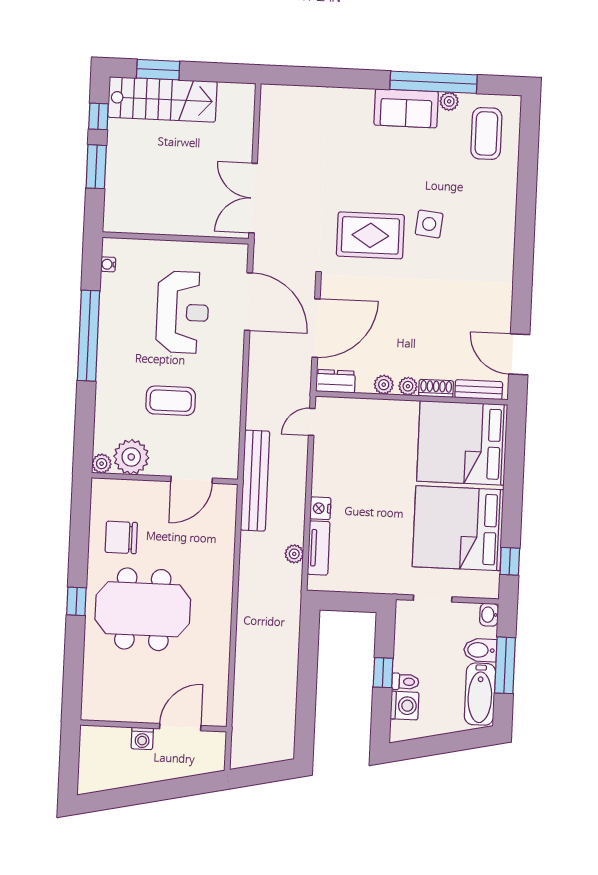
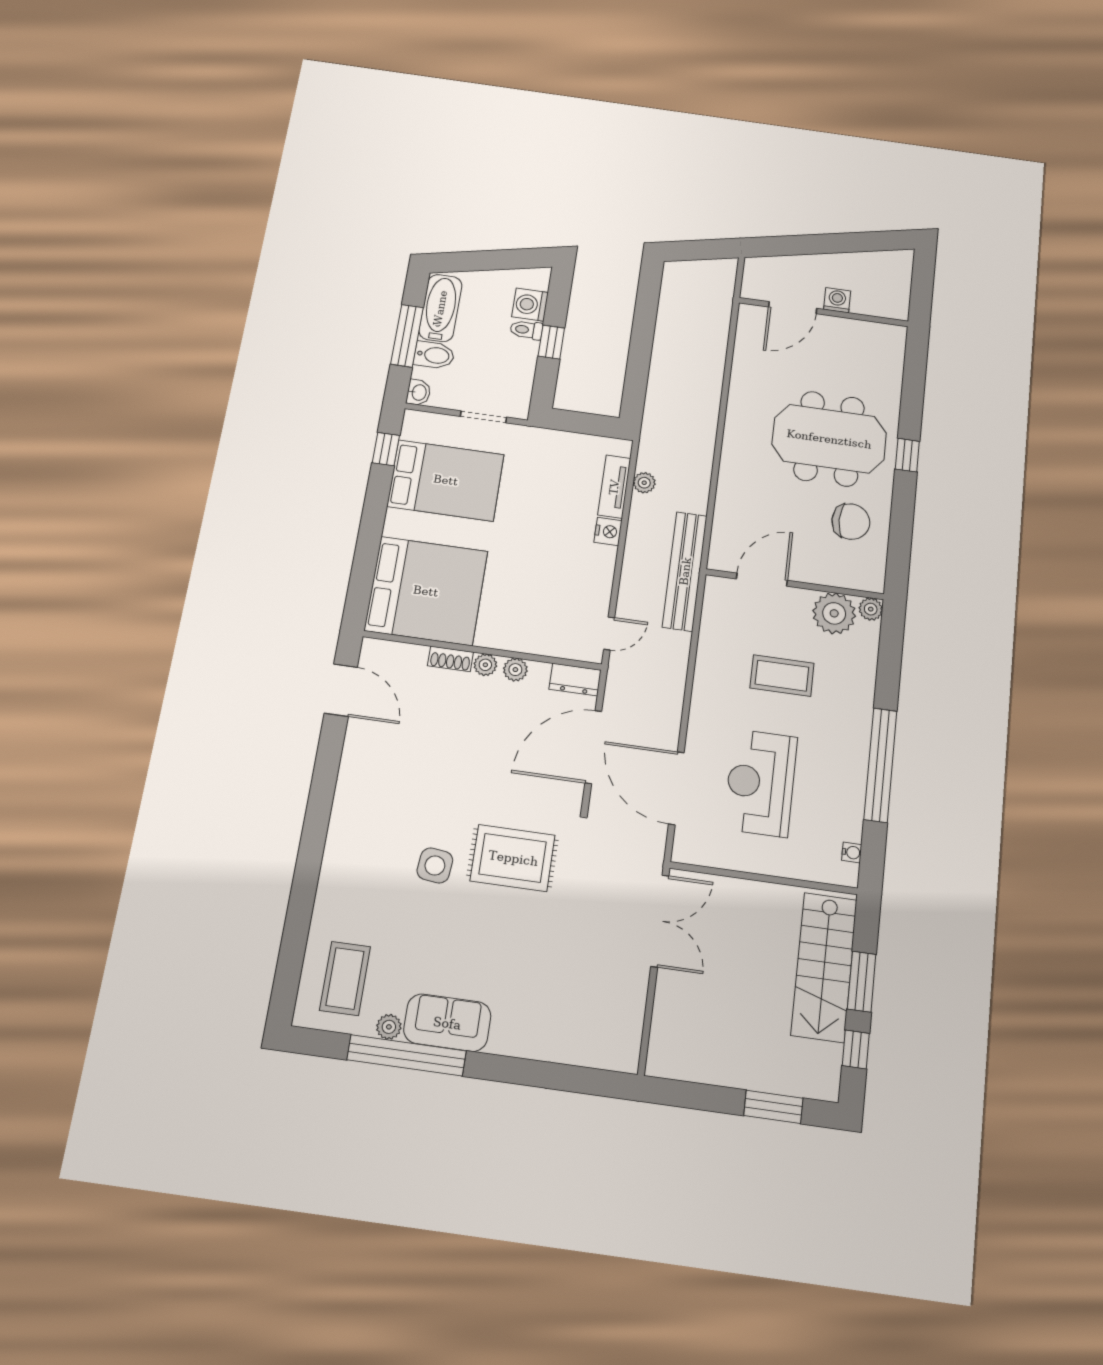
stairs: (162, 99) -> (824, 967), moved, turned -90
bench: (479, 390) -> (398, 652), removed
bed: (458, 528) -> (446, 480), width x0.73

